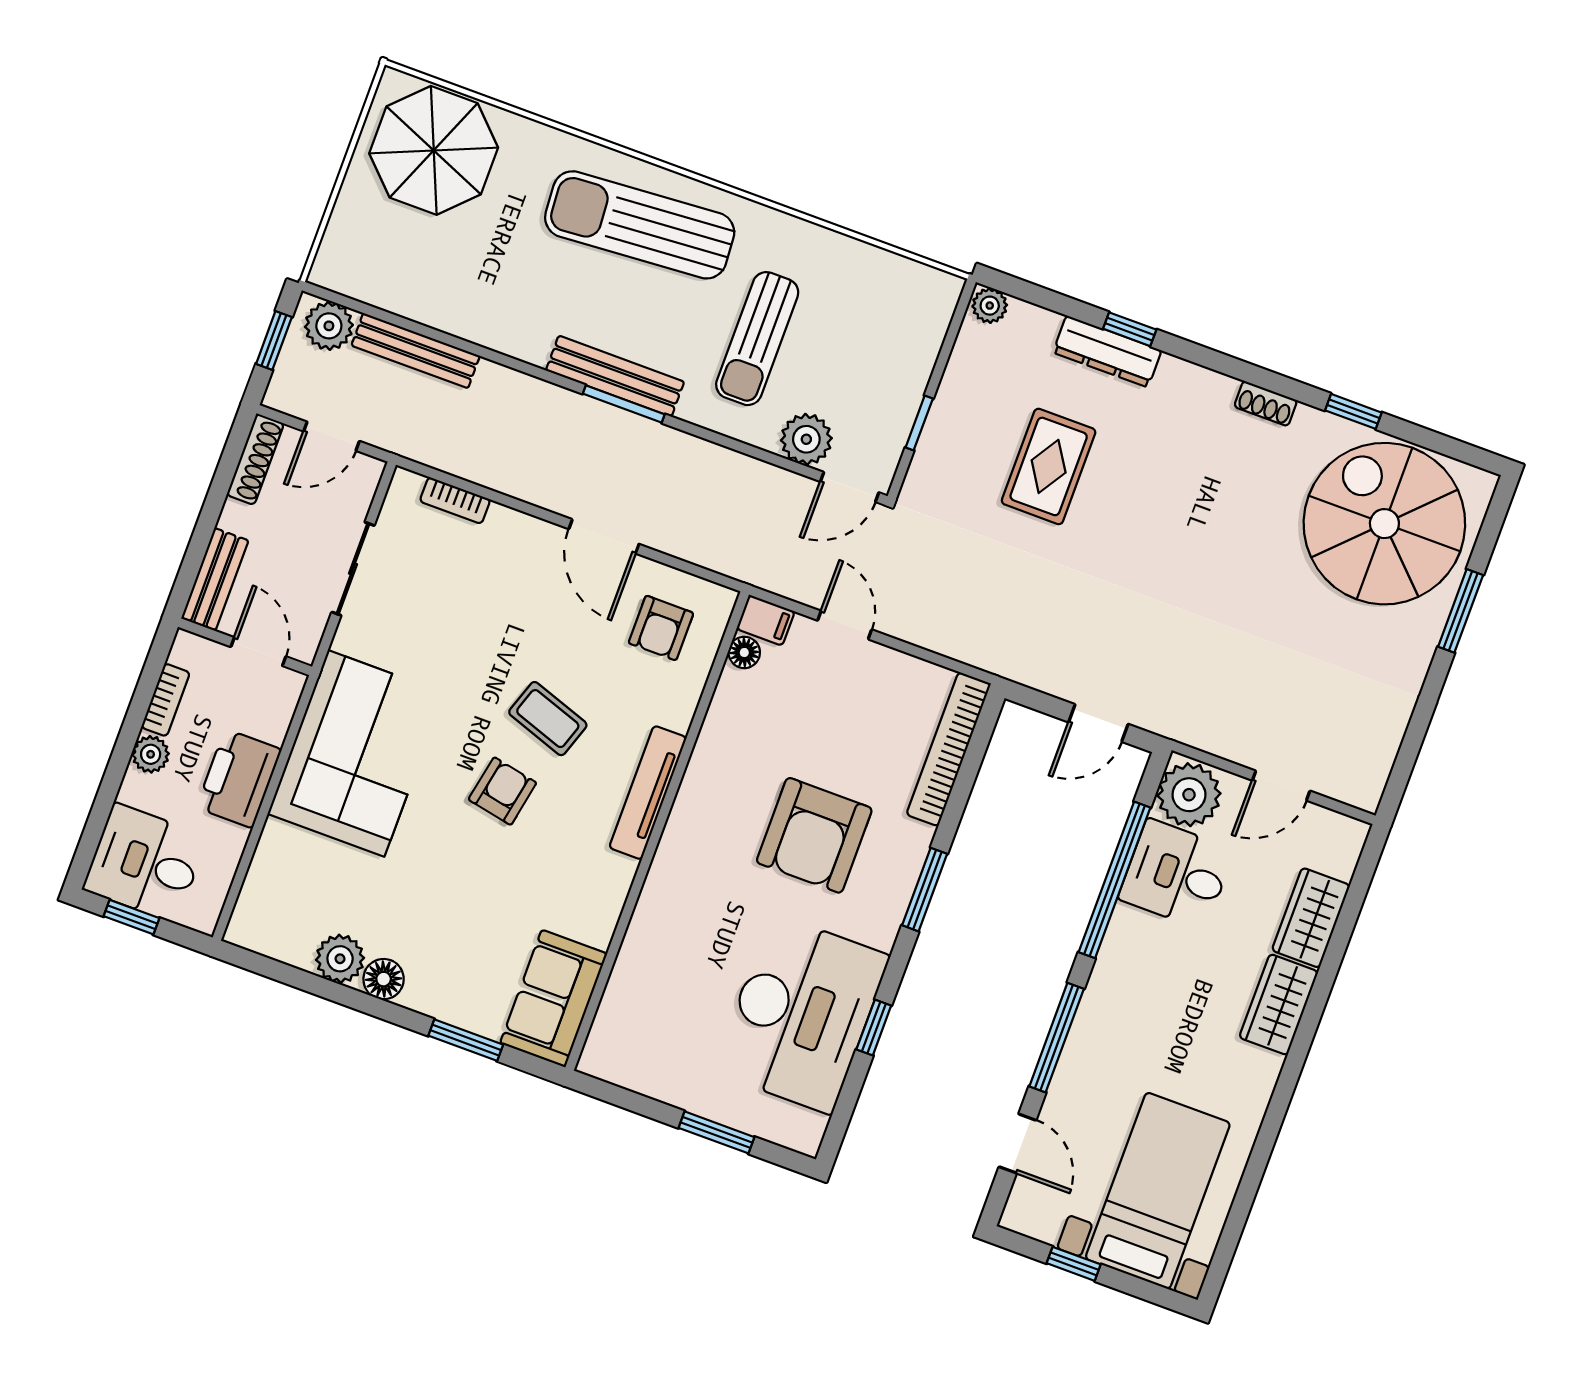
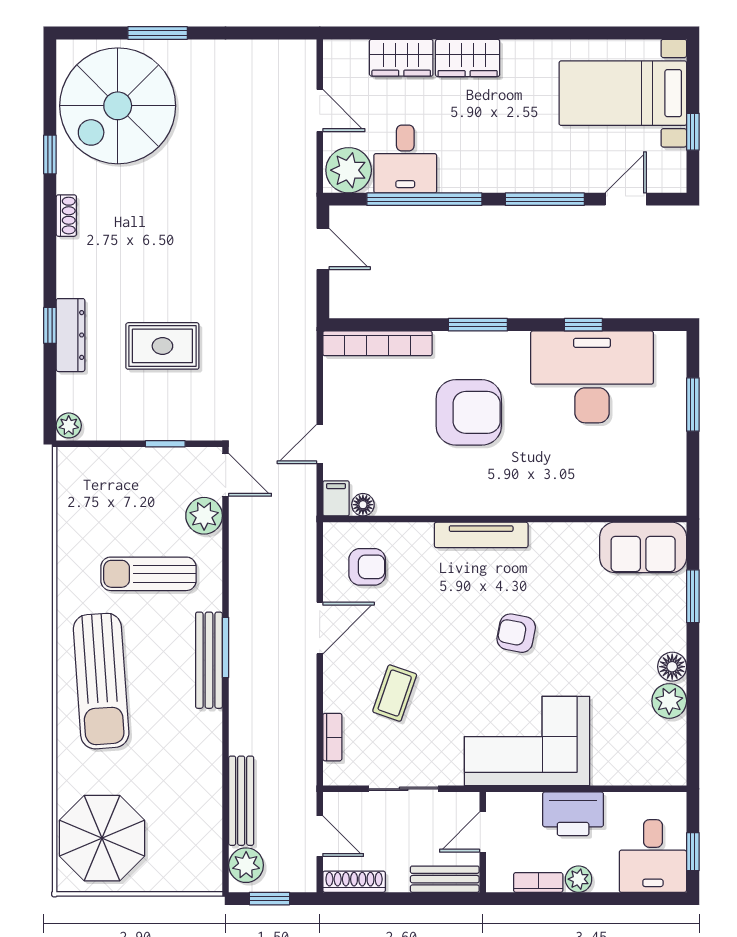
sun lounger: (757, 339) -> (148, 574), turned 180
coffee table: (548, 719) -> (395, 693), moved

